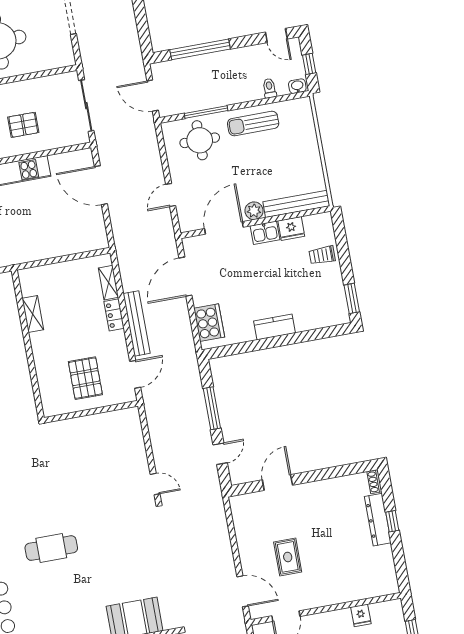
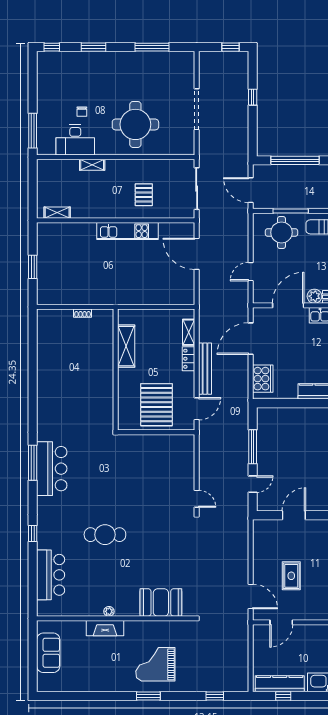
pallet: (23, 125) -> (144, 195), turned 90
shelving: (33, 314) -> (126, 346), width x1.50, depth x1.33
pallet: (85, 378) -> (157, 405), width x1.37, depth x1.41

